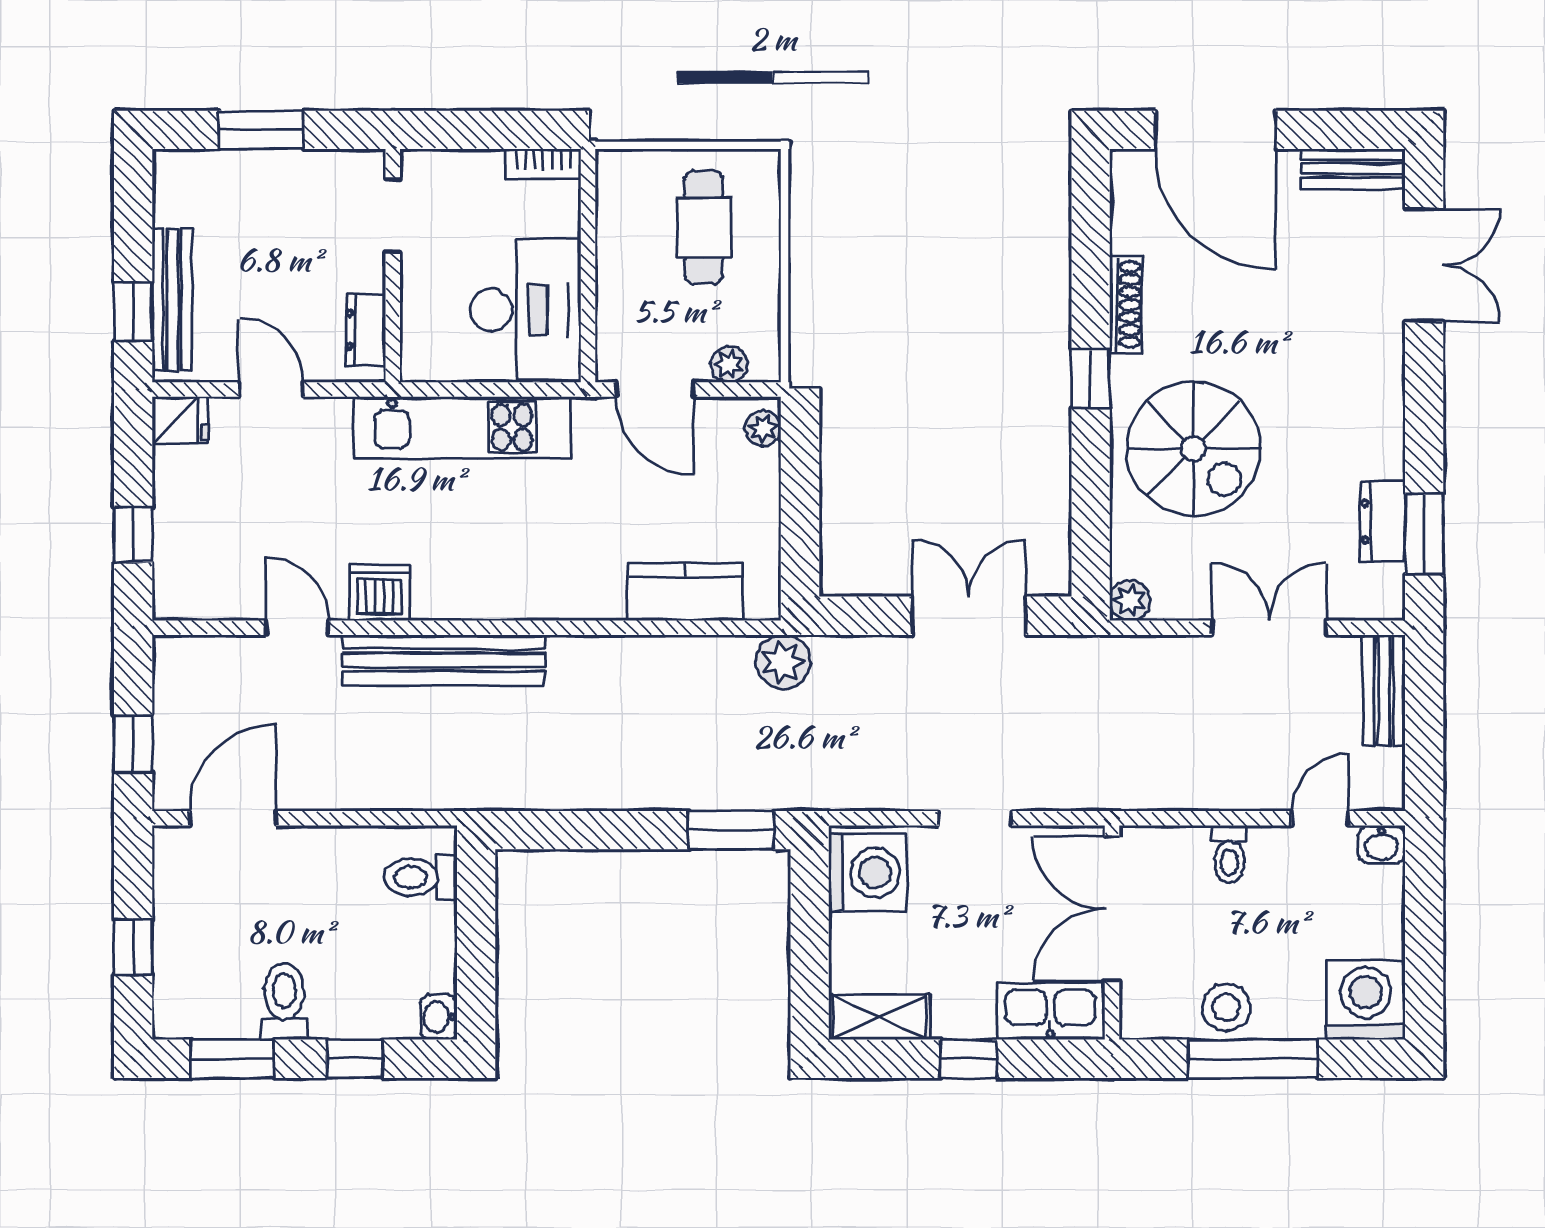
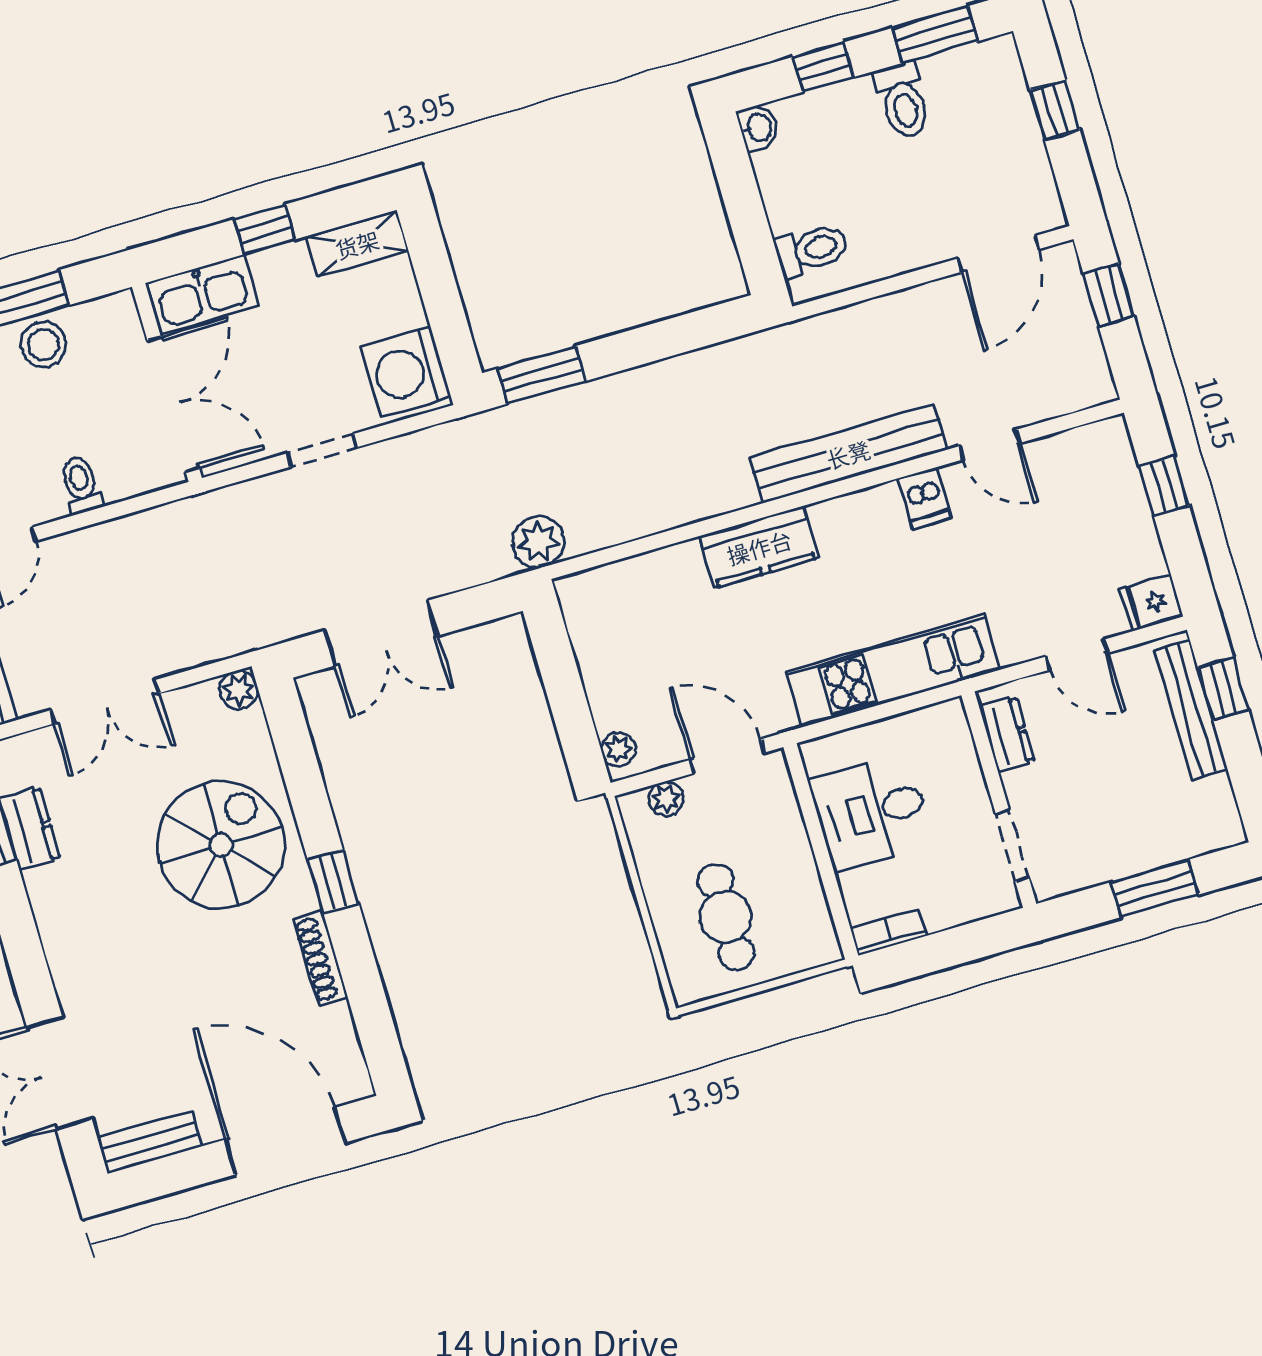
desk: (526, 310) -> (871, 812), width x0.73
spiral stairs: (1194, 449) -> (221, 845), turned 90
kitchen counter: (685, 592) -> (759, 547), moved
dishwasher: (379, 593) -> (924, 498), width x0.73

